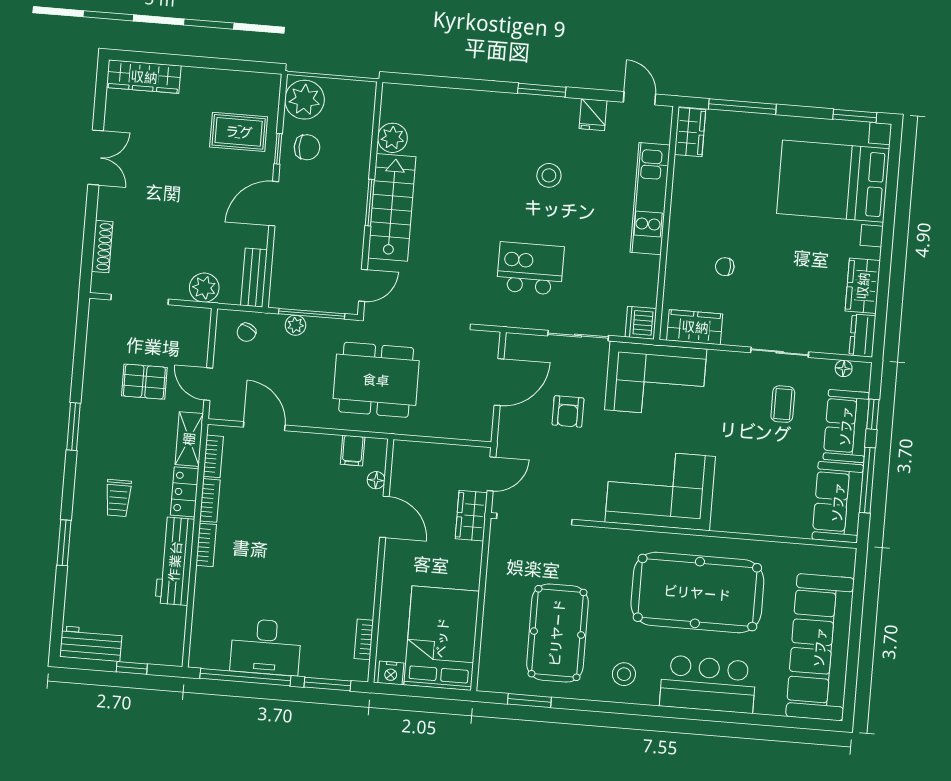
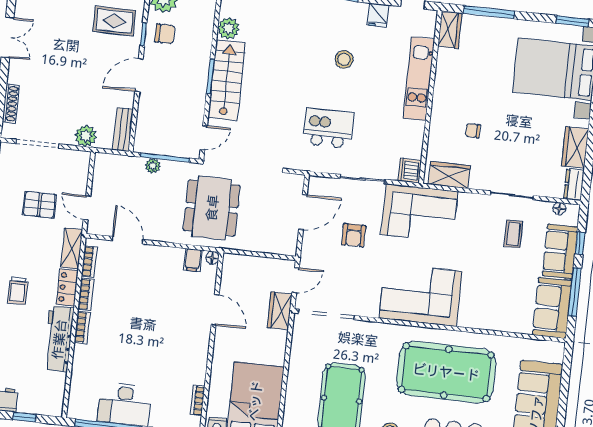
chair: (246, 332) -> (116, 170), removed
dining table: (376, 380) -> (212, 208), turned 90
floor lamp: (376, 480) -> (212, 258), moved

